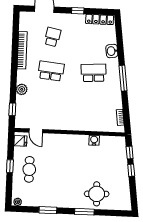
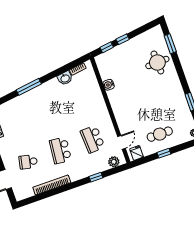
washbasin: (112, 51) -> (65, 78), moved
school desk: (94, 73) -> (93, 139), moved
window: (123, 78) -> (29, 87), moved
plant: (22, 89) -> (114, 162), moved
window: (12, 109) -> (96, 177), moved
window: (84, 212) -> (170, 44), moved

